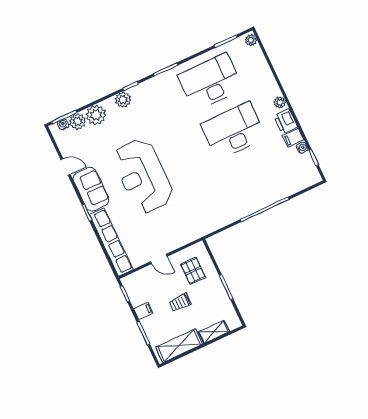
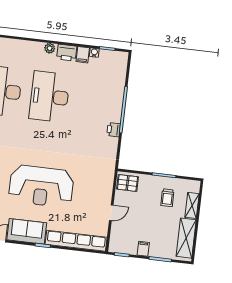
printer: (240, 212) -> (114, 130), added
pallet: (193, 271) -> (127, 183), moved
trolley: (180, 303) -> (167, 198), moved

